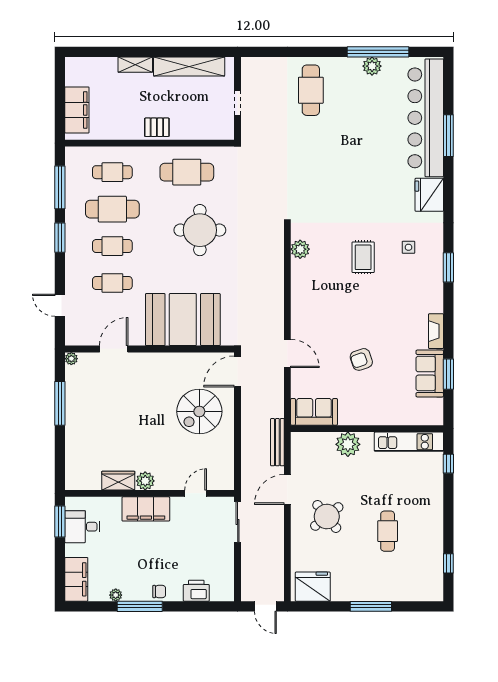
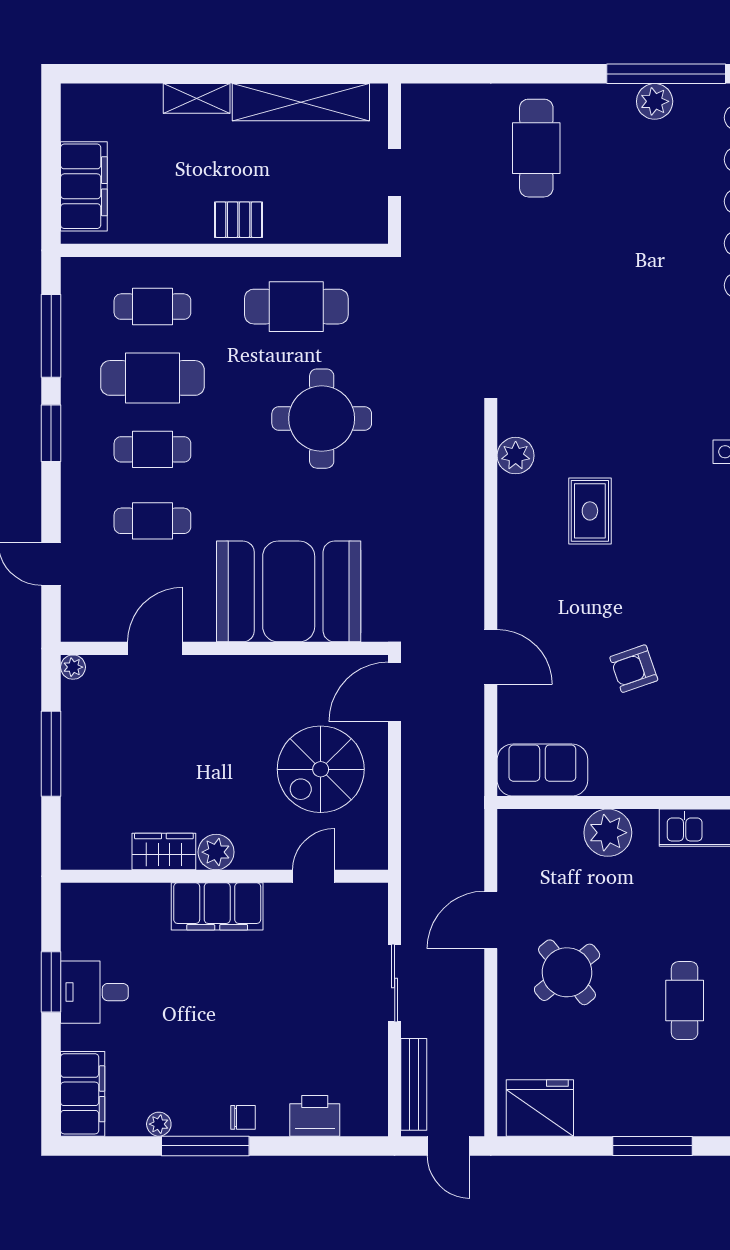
rug: (363, 257) -> (590, 511), moved
bench: (277, 442) -> (414, 1084), moved
wardrobe: (118, 481) -> (164, 851), moved
plant: (145, 481) -> (216, 852), moved
wall: (150, 493) -> (224, 876), moved
door: (196, 493) -> (313, 876), moved
filing cabinet: (146, 509) -> (217, 906), moved

